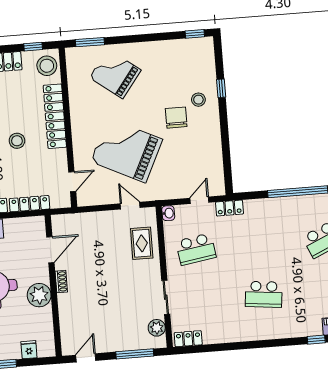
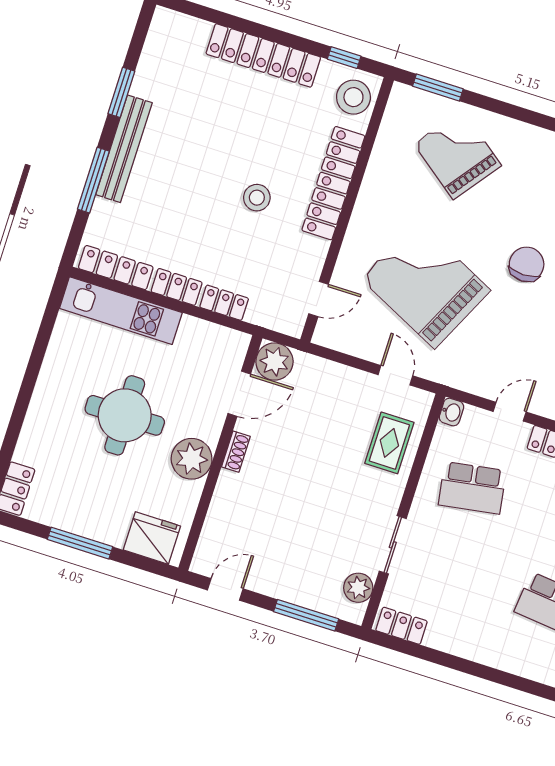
locker: (30, 204) -> (224, 303), width x0.66
plant: (62, 225) -> (274, 362), added
fridge: (29, 350) -> (152, 538), width x1.88, depth x1.34

